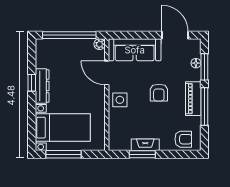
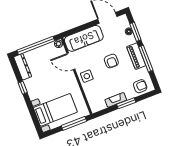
dresser: (42, 86) -> (23, 67), moved
window: (63, 154) -> (74, 123), moved
window: (142, 154) -> (126, 103), moved

